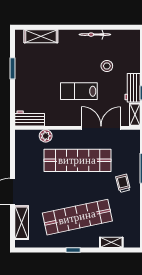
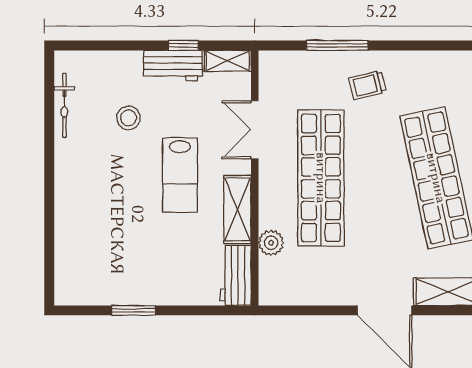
bicycle: (95, 35) -> (64, 105), moved
shelving: (41, 36) -> (237, 209), moved
double door: (101, 128) -> (255, 130), width x0.73

